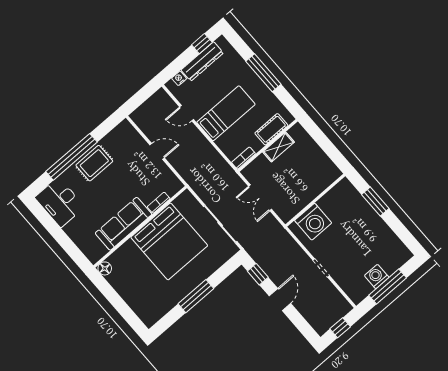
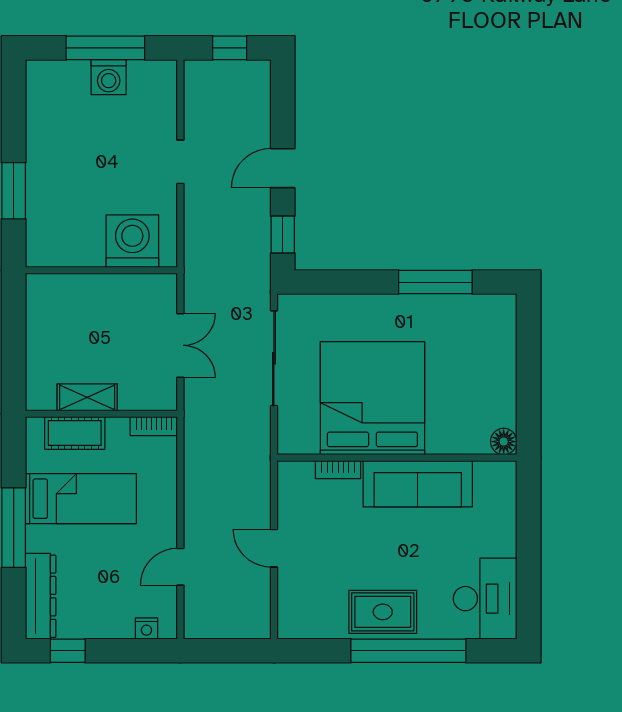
dresser: (202, 61) -> (41, 596), moved, turned 90
door: (187, 113) -> (180, 567), swing flipped
bed: (226, 113) -> (81, 499), moved, turned 180
window: (196, 296) -> (435, 282), moved

